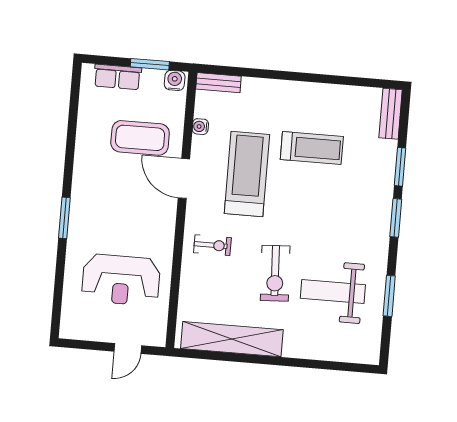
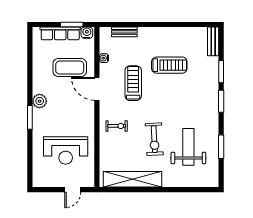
row of seats: (118, 77) -> (60, 33), width x1.48
bench: (218, 83) -> (124, 32), moved
treadmill: (247, 174) -> (133, 83), width x0.73, depth x0.73
plant: (83, 191) -> (40, 101), added
weight bench: (333, 292) -> (188, 147), turned 90

